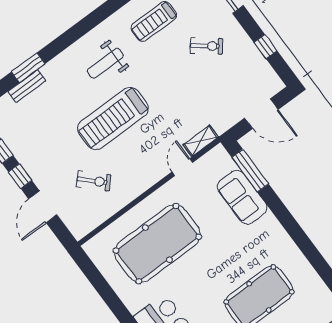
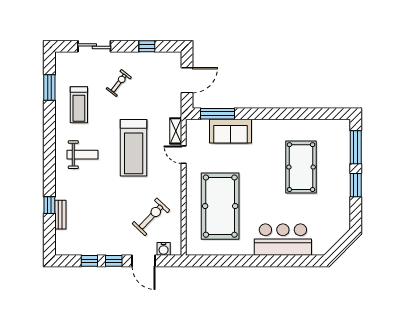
weight bench: (105, 63) -> (83, 155), turned -90
window: (28, 68) -> (49, 205), width x0.67
treadmill: (113, 118) -> (134, 148), moved
exercise bike: (94, 181) -> (151, 217), width x1.38, depth x1.39
water cooler: (70, 218) -> (164, 249), added

